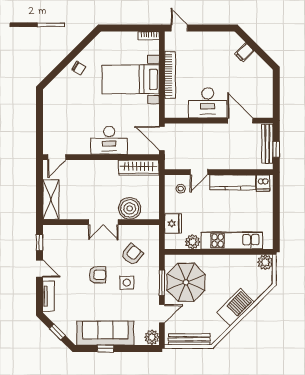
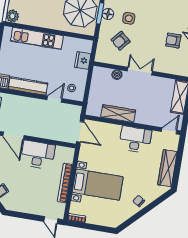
wardrobe: (51, 113) -> (167, 168), added
desk: (109, 140) -> (135, 139), moved
wardrobe: (138, 168) -> (118, 114), moved
boiler: (130, 208) -> (117, 75), width x0.54, depth x0.54
plant: (192, 242) -> (69, 43), removed
armchair: (98, 275) -> (173, 40), moved
floor lamp: (152, 284) -> (108, 14), added

